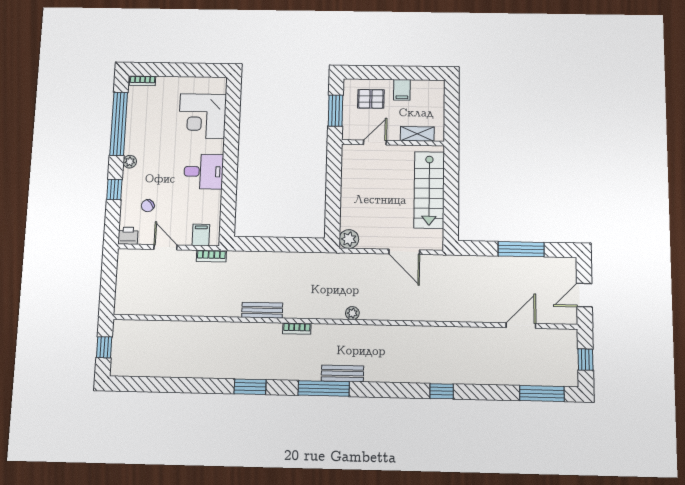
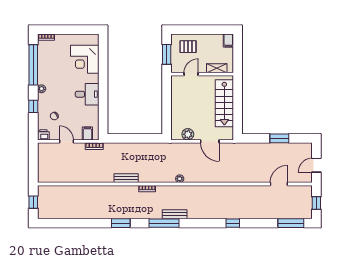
filing cabinet: (402, 90) -> (228, 41), moved
plant: (349, 239) -> (188, 134), moved
window: (521, 249) -> (279, 138), width x0.69

